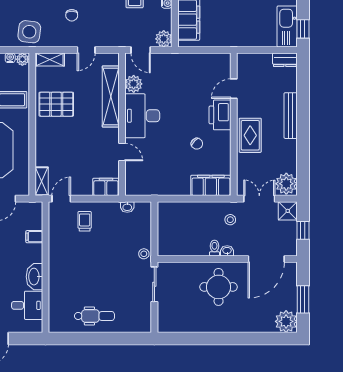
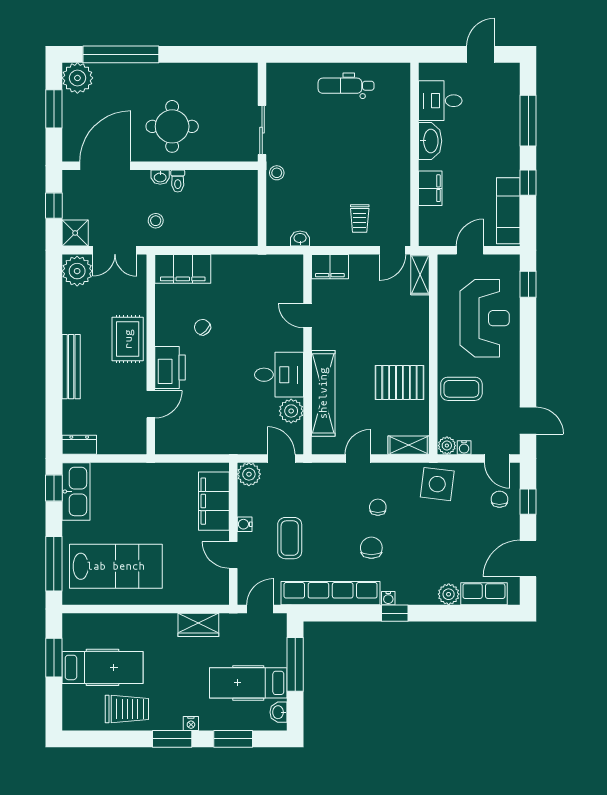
desk: (142, 116) -> (279, 375), width x0.73
filing cabinet: (34, 237) -> (430, 188), width x2.00
window: (255, 338) -> (121, 54), added

